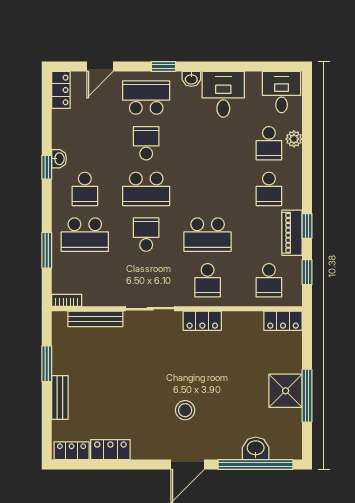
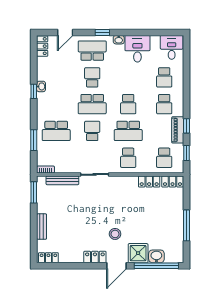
plant: (294, 139) -> (179, 75), removed
school desk: (85, 189) -> (128, 104), moved
locker: (202, 321) -> (149, 181), moved
window: (47, 364) -> (34, 192), moved
shower: (286, 391) -> (138, 253), moved
locker: (110, 450) -> (95, 257), moved

